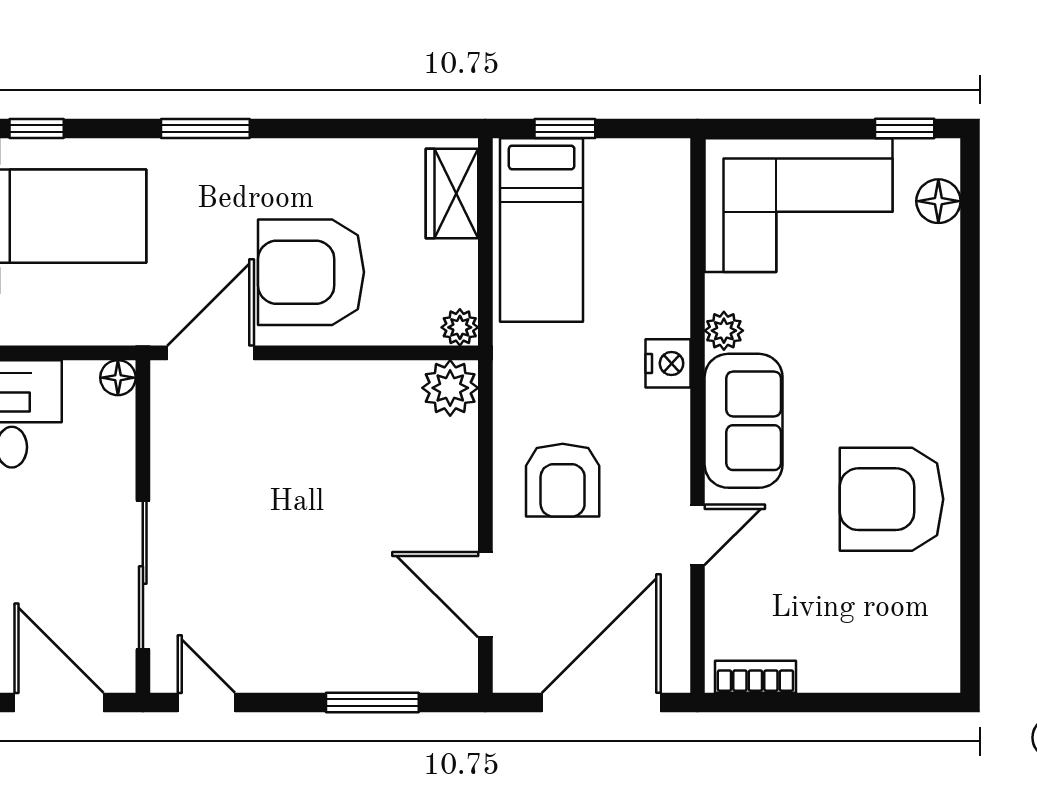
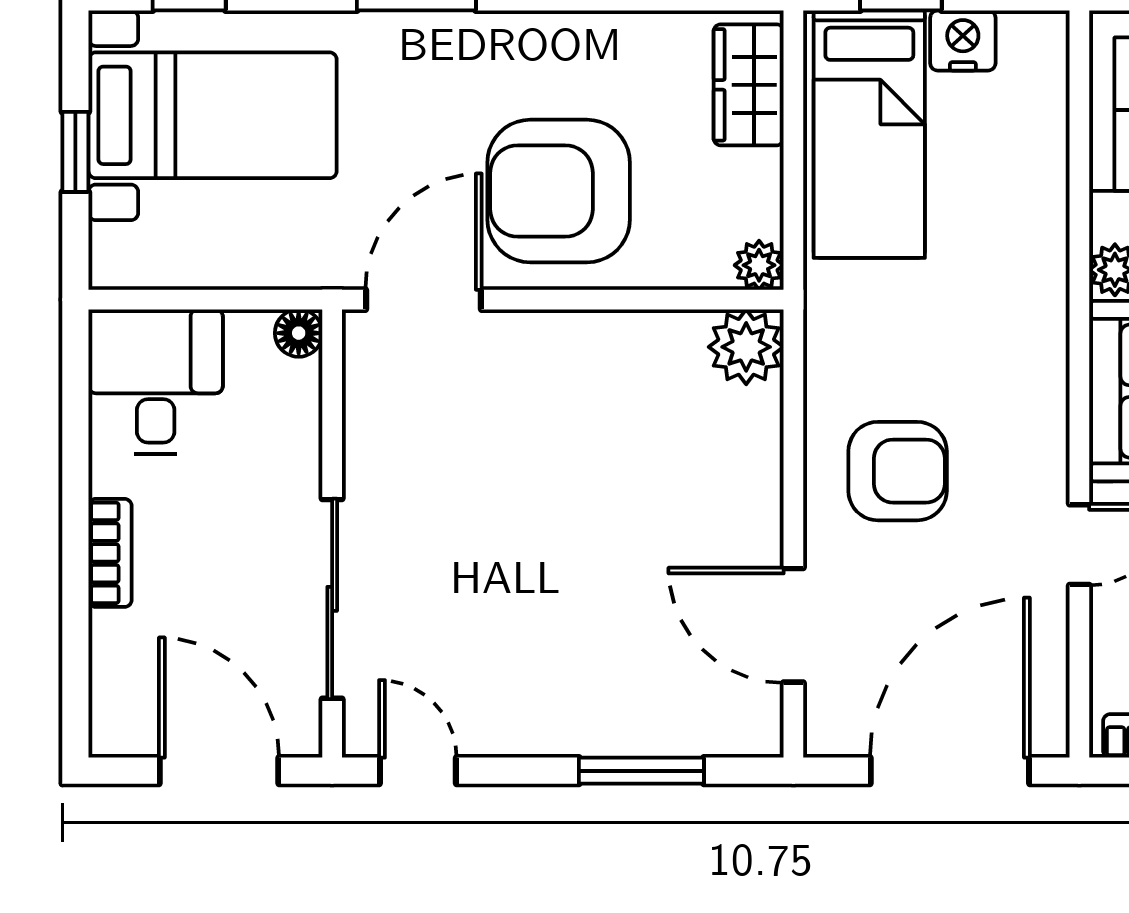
nightstand: (668, 363) -> (963, 40), moved, turned -90
armchair: (563, 480) -> (898, 471), turned -90

